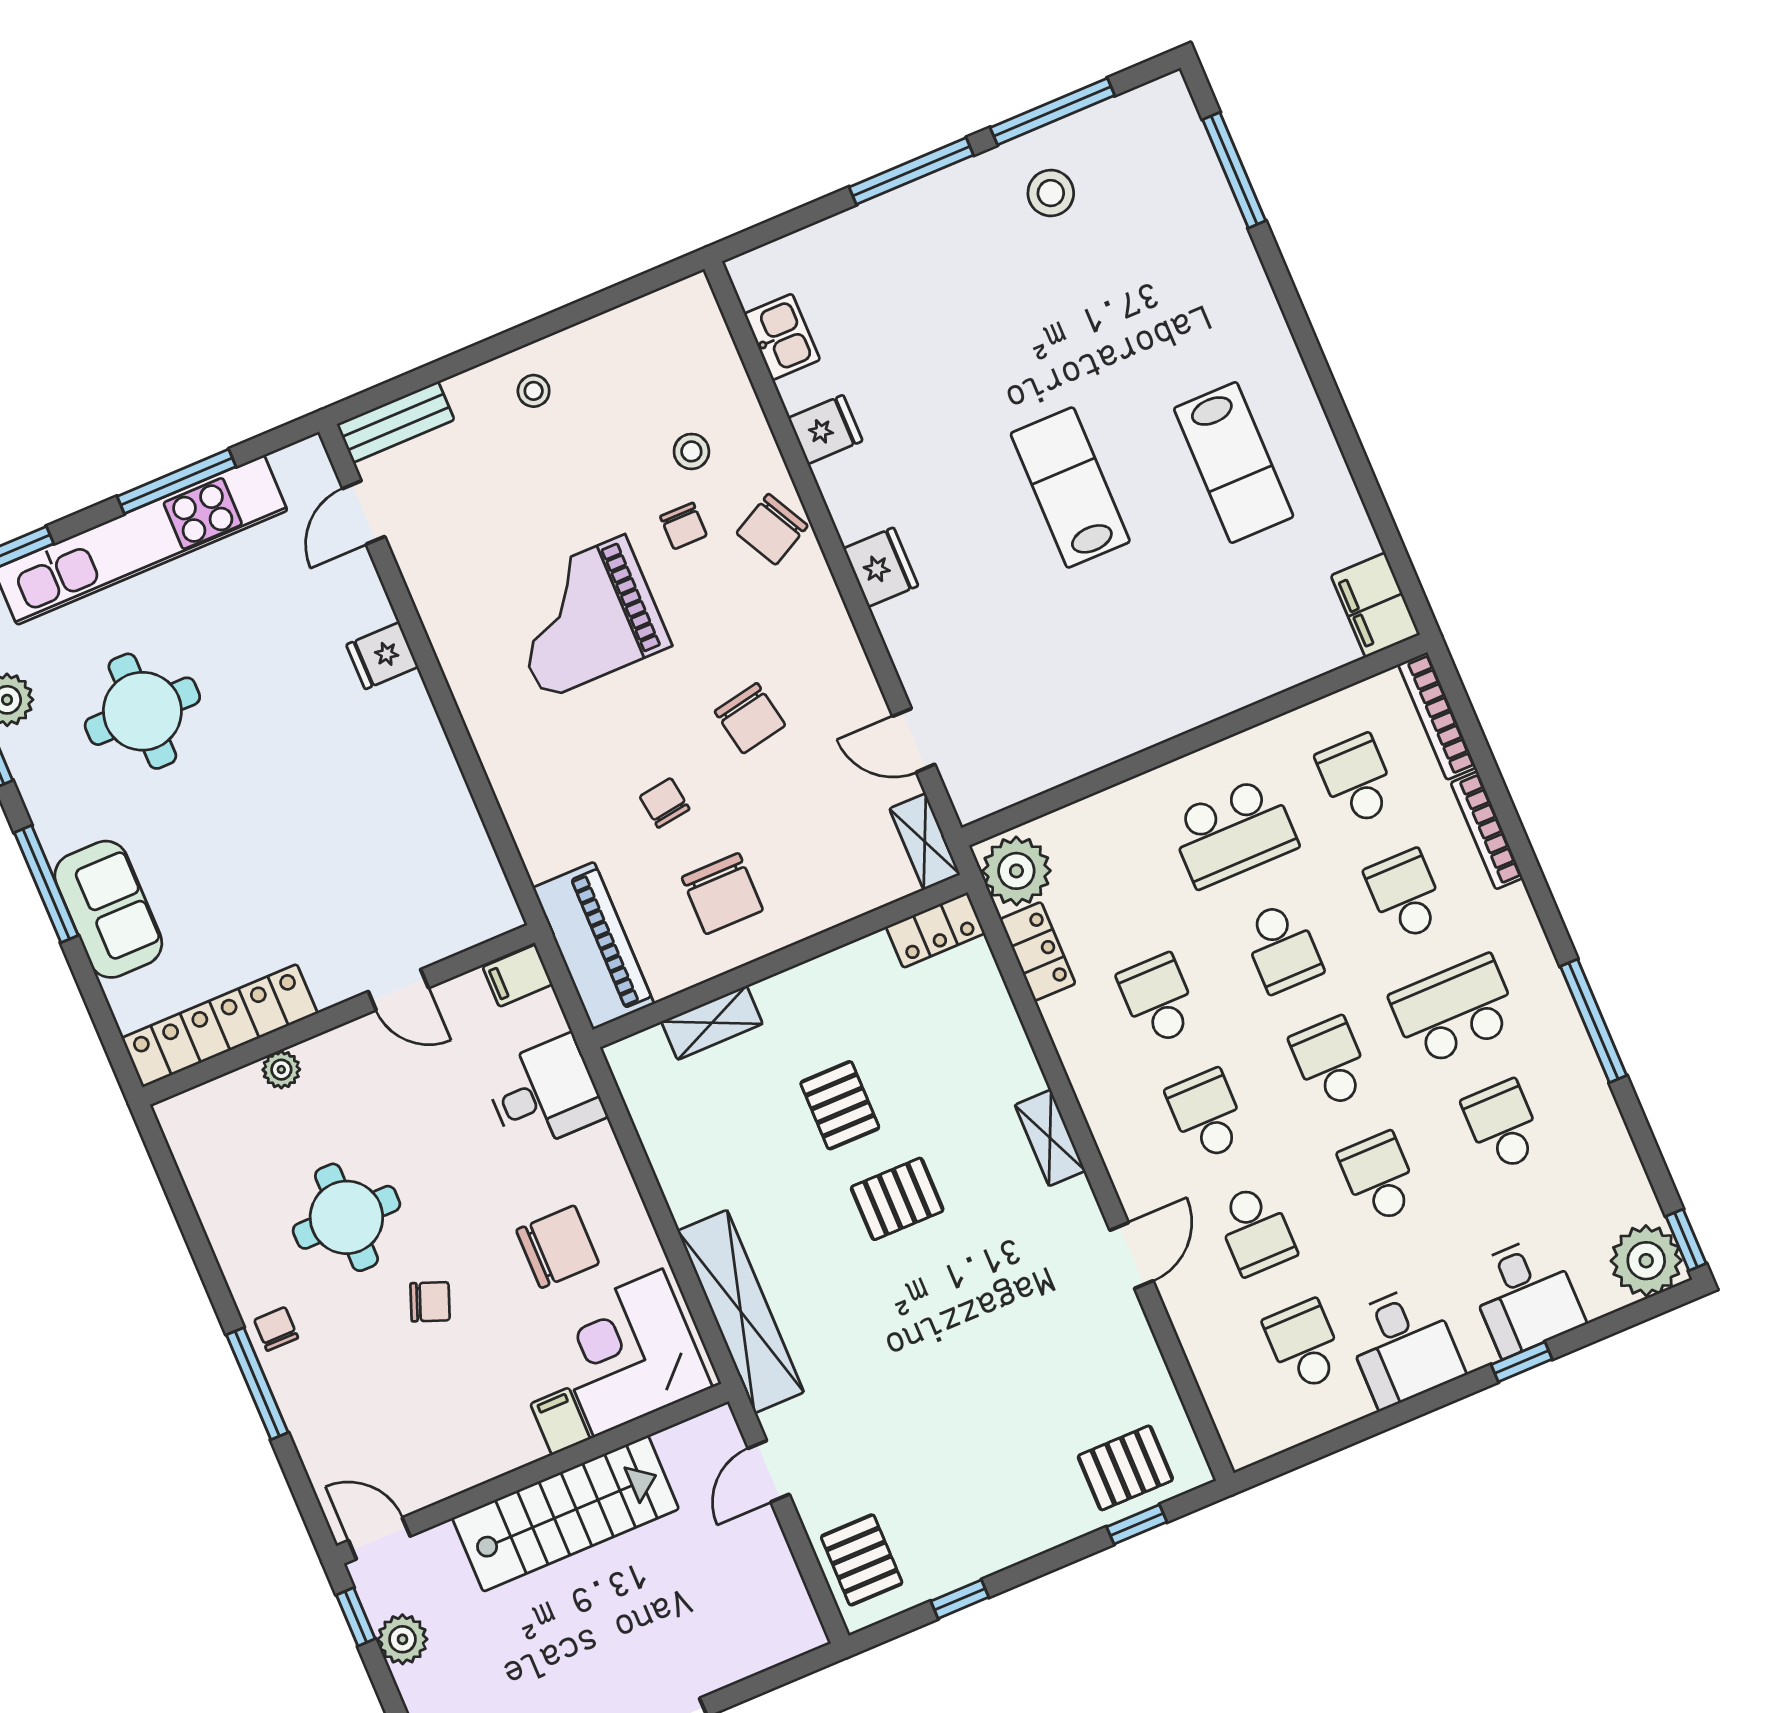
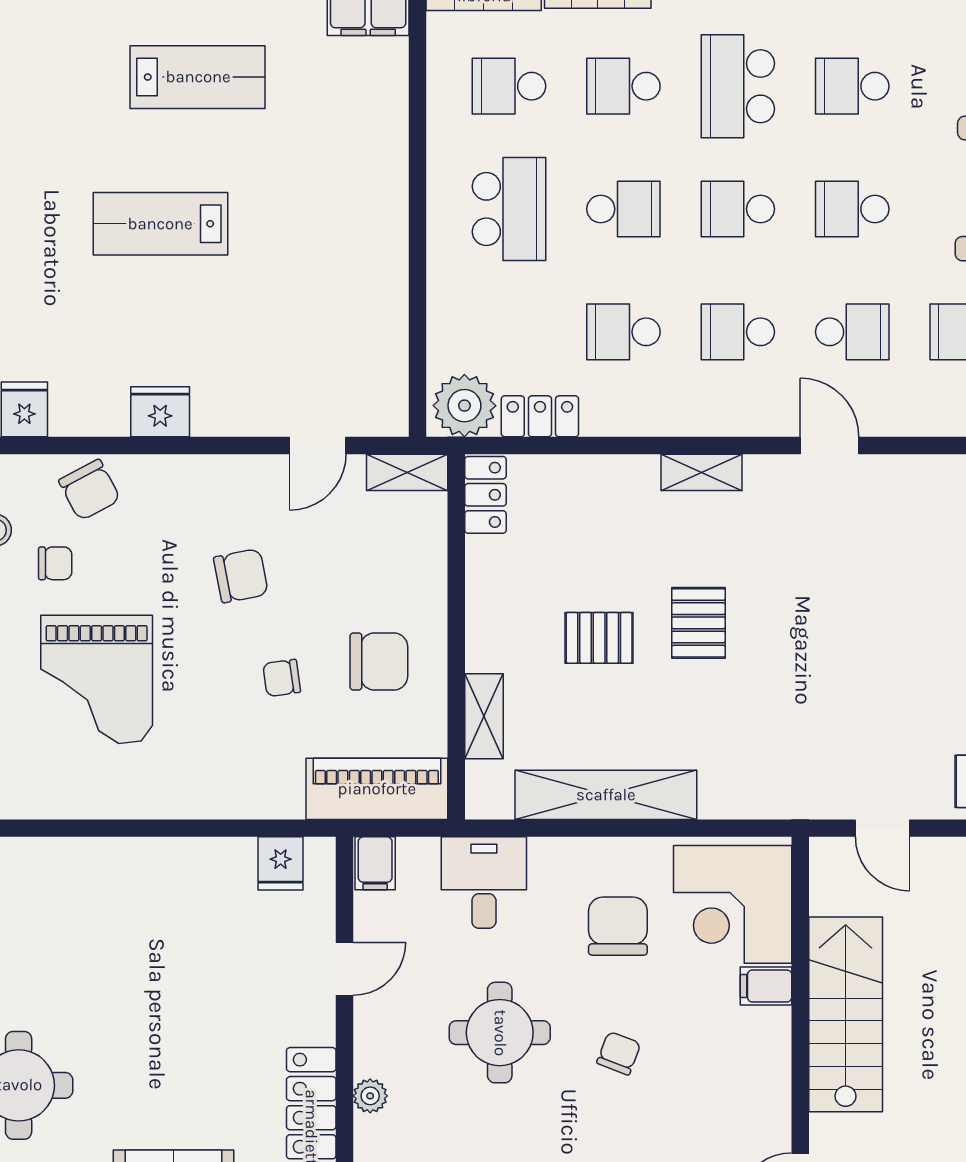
fridge: (382, 656) -> (281, 863), moved
round table: (346, 1217) -> (500, 1033), moved
shelving: (741, 1311) -> (606, 795), moved

